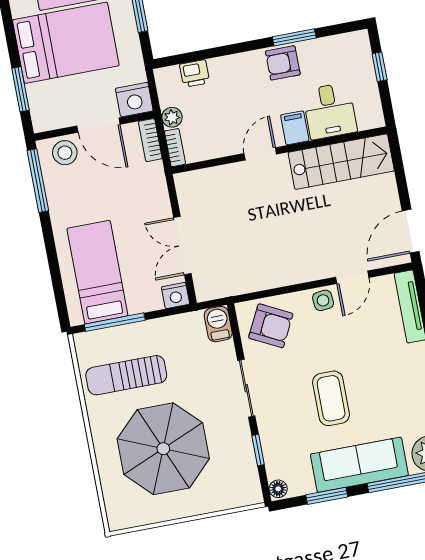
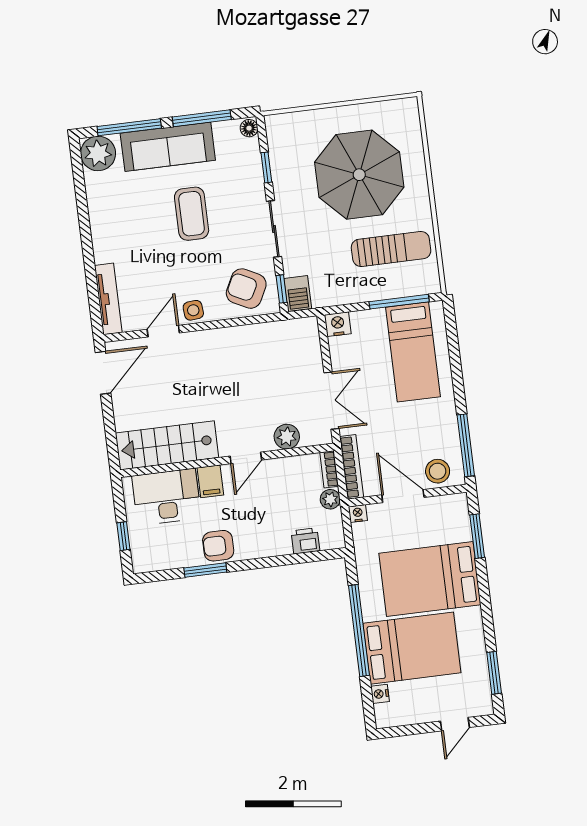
armchair: (283, 63) -> (218, 546), turned 180
nightstand: (134, 100) -> (358, 514), width x0.53, depth x0.56
desk: (330, 111) -> (167, 497), width x1.37
bookcase: (150, 140) -> (352, 467), width x1.56
plant: (220, 178) -> (287, 437), added
double door: (182, 246) -> (331, 401), moved
window: (235, 328) -> (281, 289), added
window: (327, 496) -> (202, 118), width x1.44

